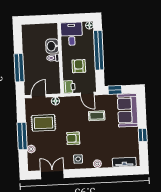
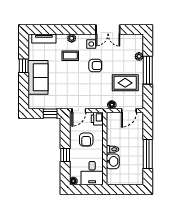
window: (99, 50) -> (65, 155), width x0.32
window: (19, 68) -> (148, 154), moved
door: (87, 94) -> (79, 111), swing flipped
sofa: (128, 110) -> (38, 77), moved
coffee table: (97, 116) -> (70, 56), moved
double door: (52, 174) -> (108, 29), moved

